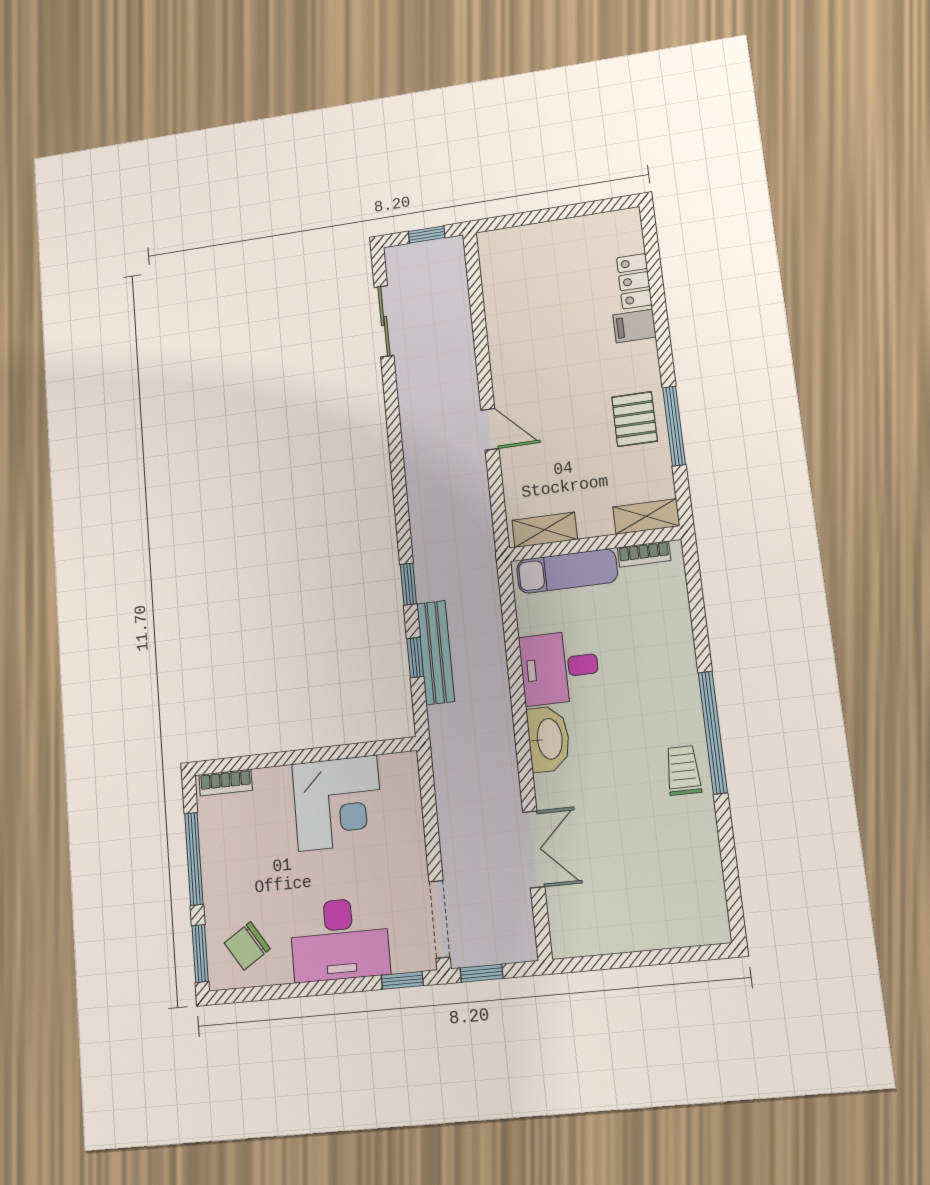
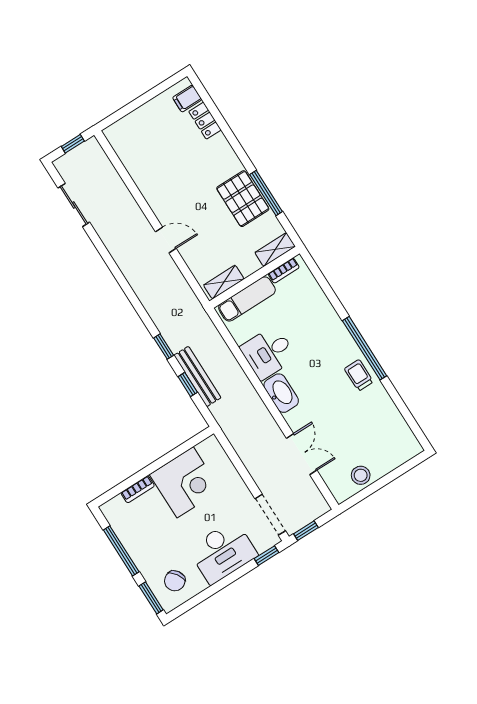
filing cabinet: (634, 326) -> (187, 99), moved
pallet: (634, 419) -> (243, 199), width x1.50, depth x1.42
bookcase: (226, 783) -> (138, 489), moved
stool: (610, 930) -> (361, 475), added

